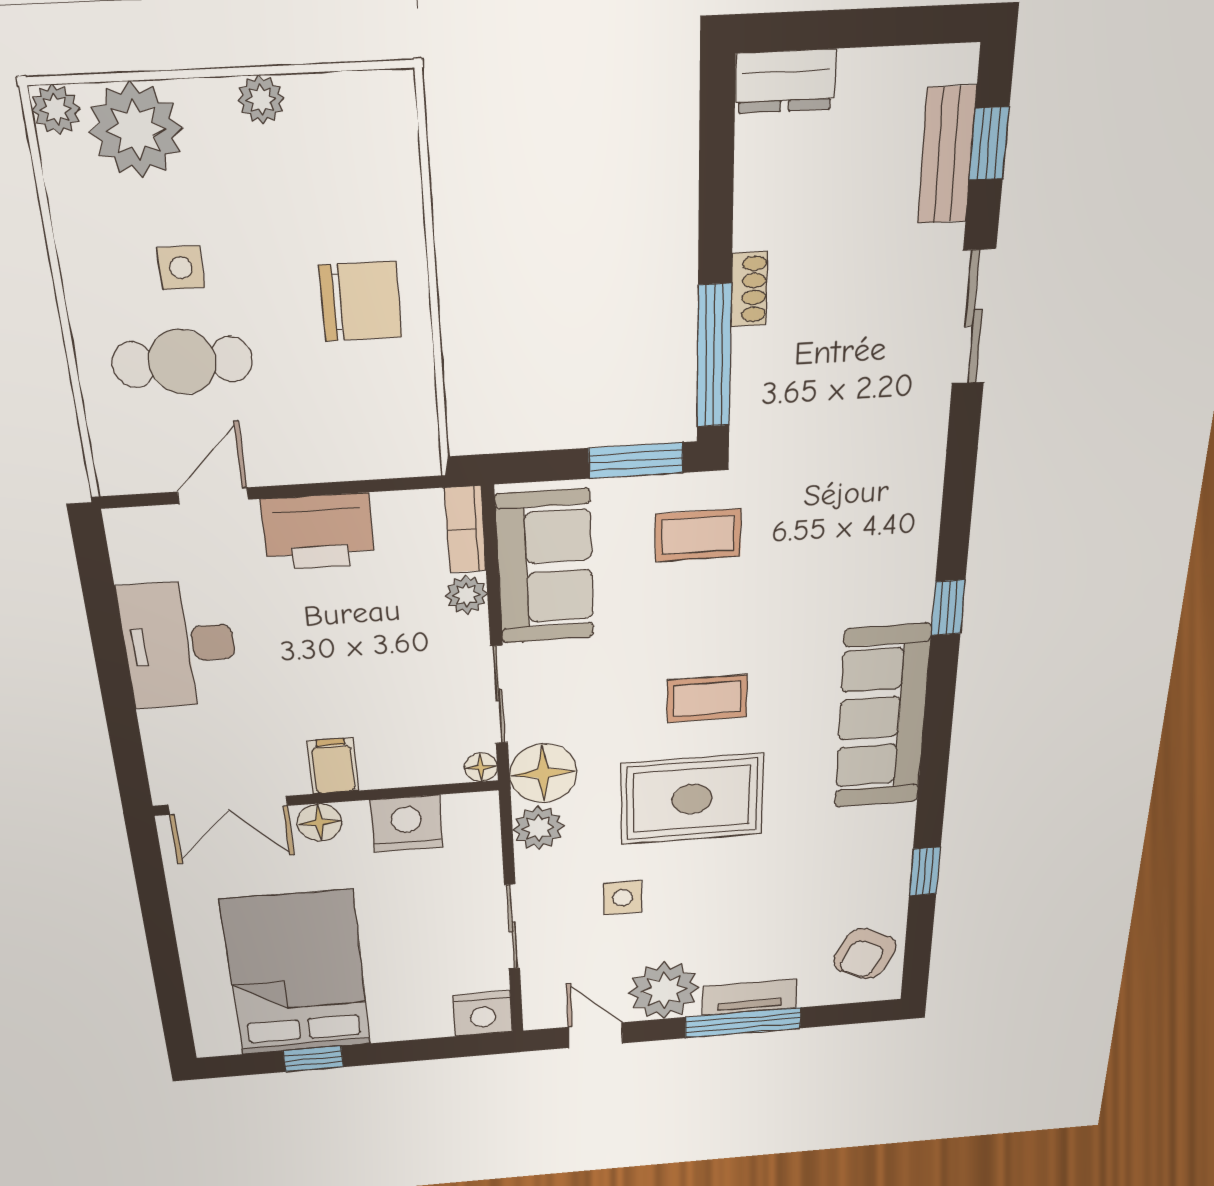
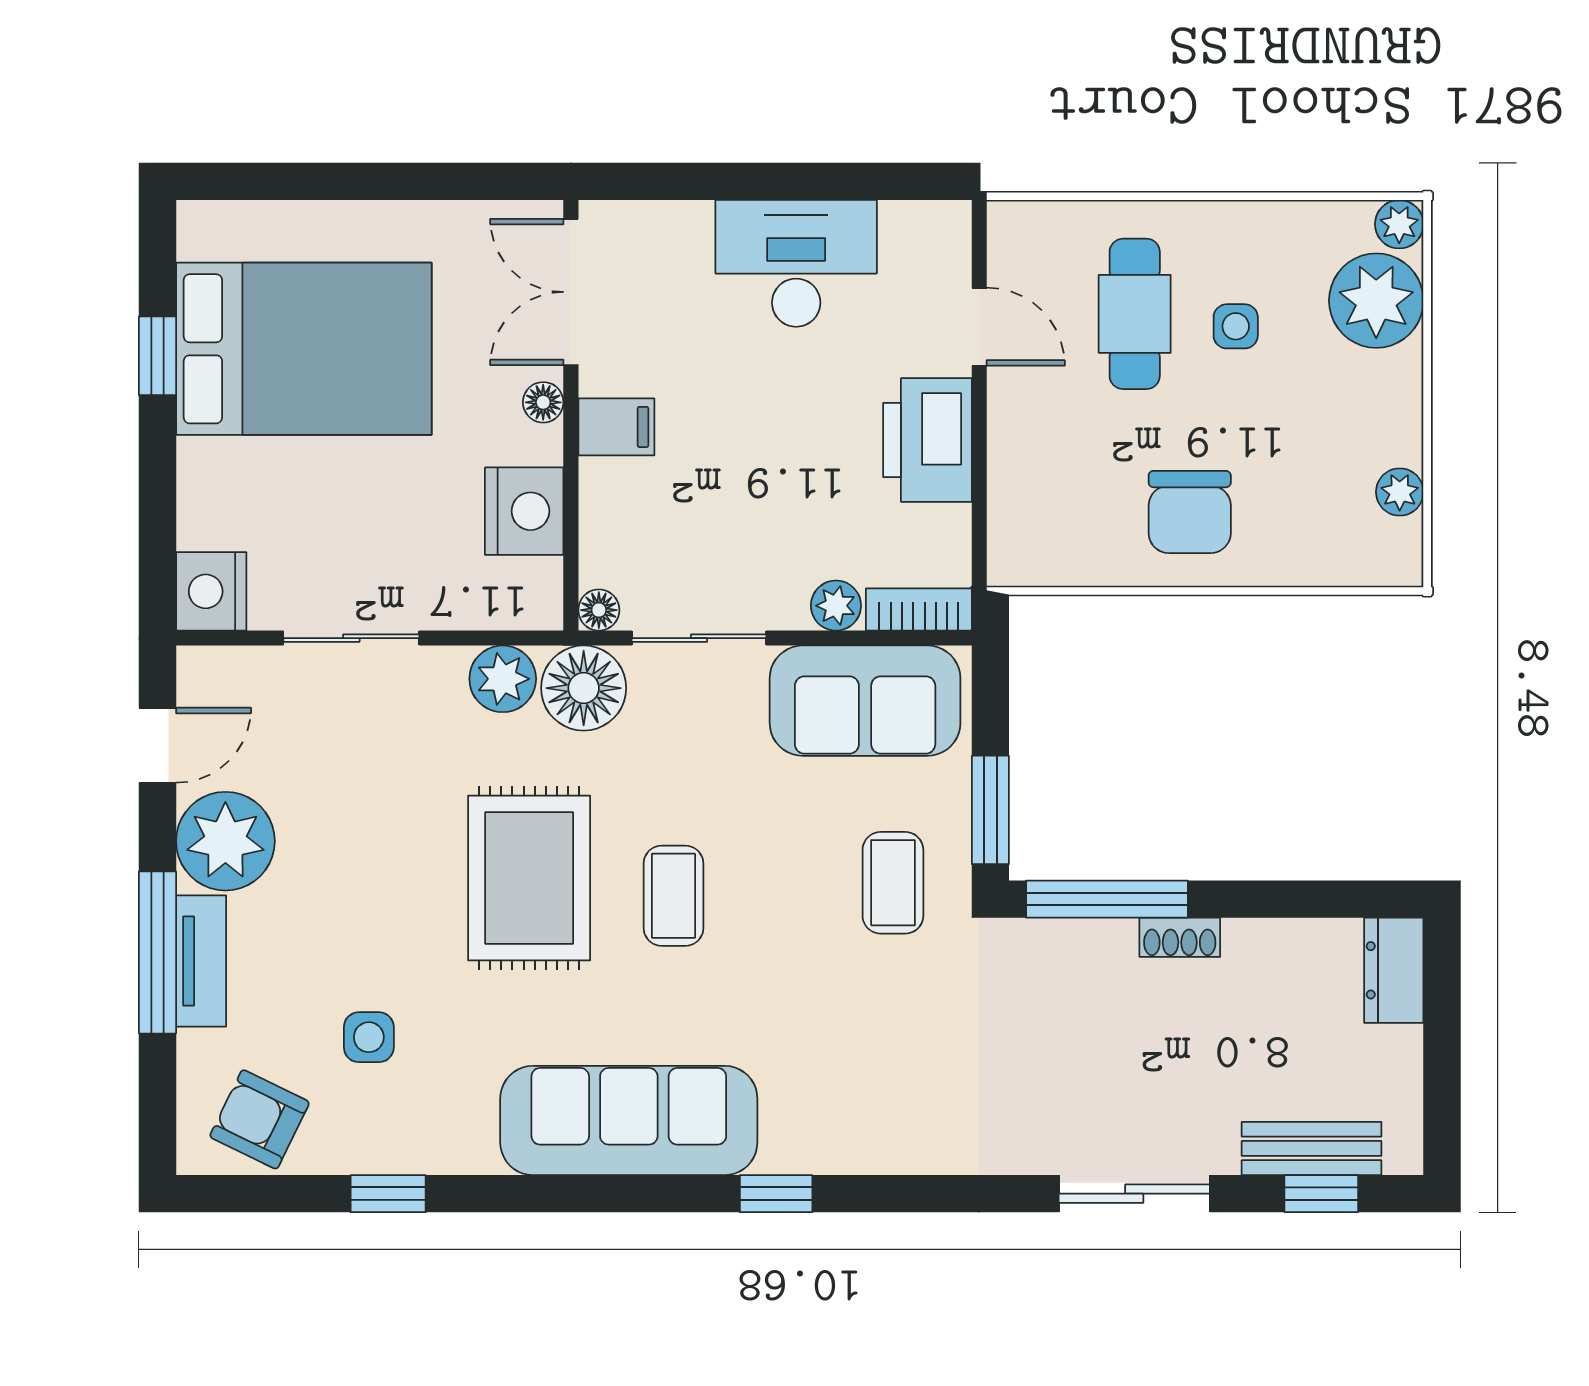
plant: (261, 100) -> (1400, 492), moved
floor lamp: (320, 823) -> (543, 402), width x0.73, depth x0.73
side table: (623, 898) -> (369, 1037), moved

